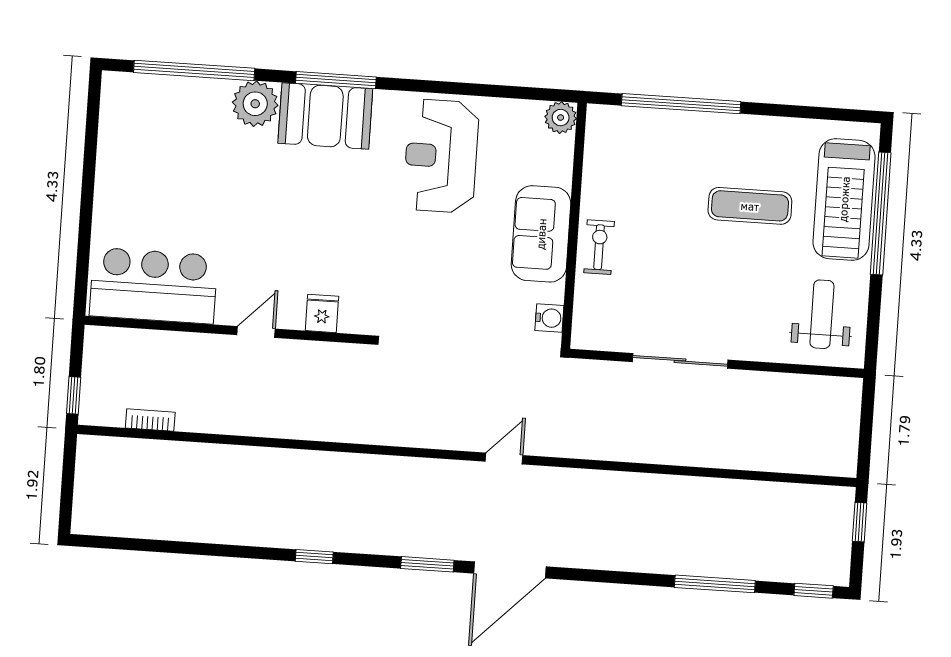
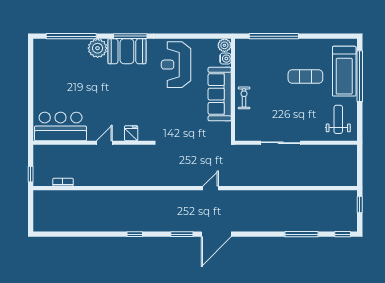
sofa: (541, 234) -> (220, 94), width x1.36
water cooler: (549, 318) -> (225, 59), moved

